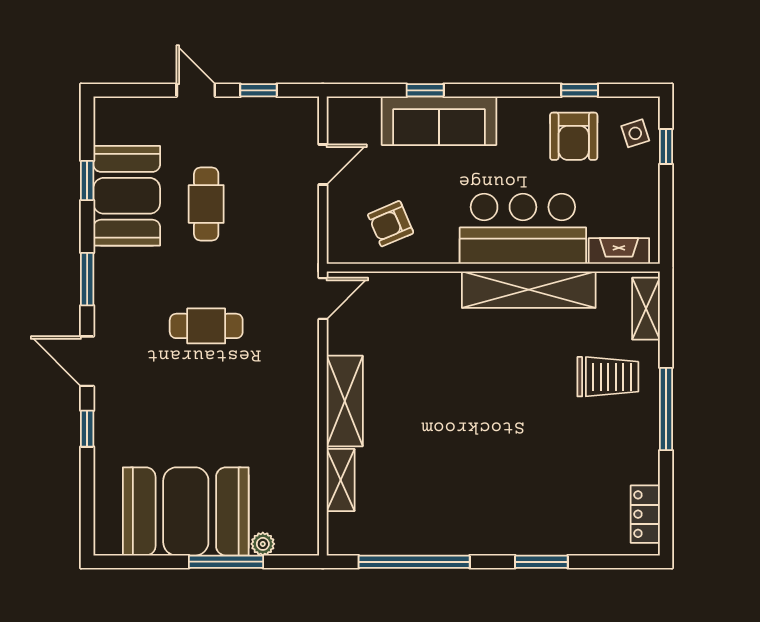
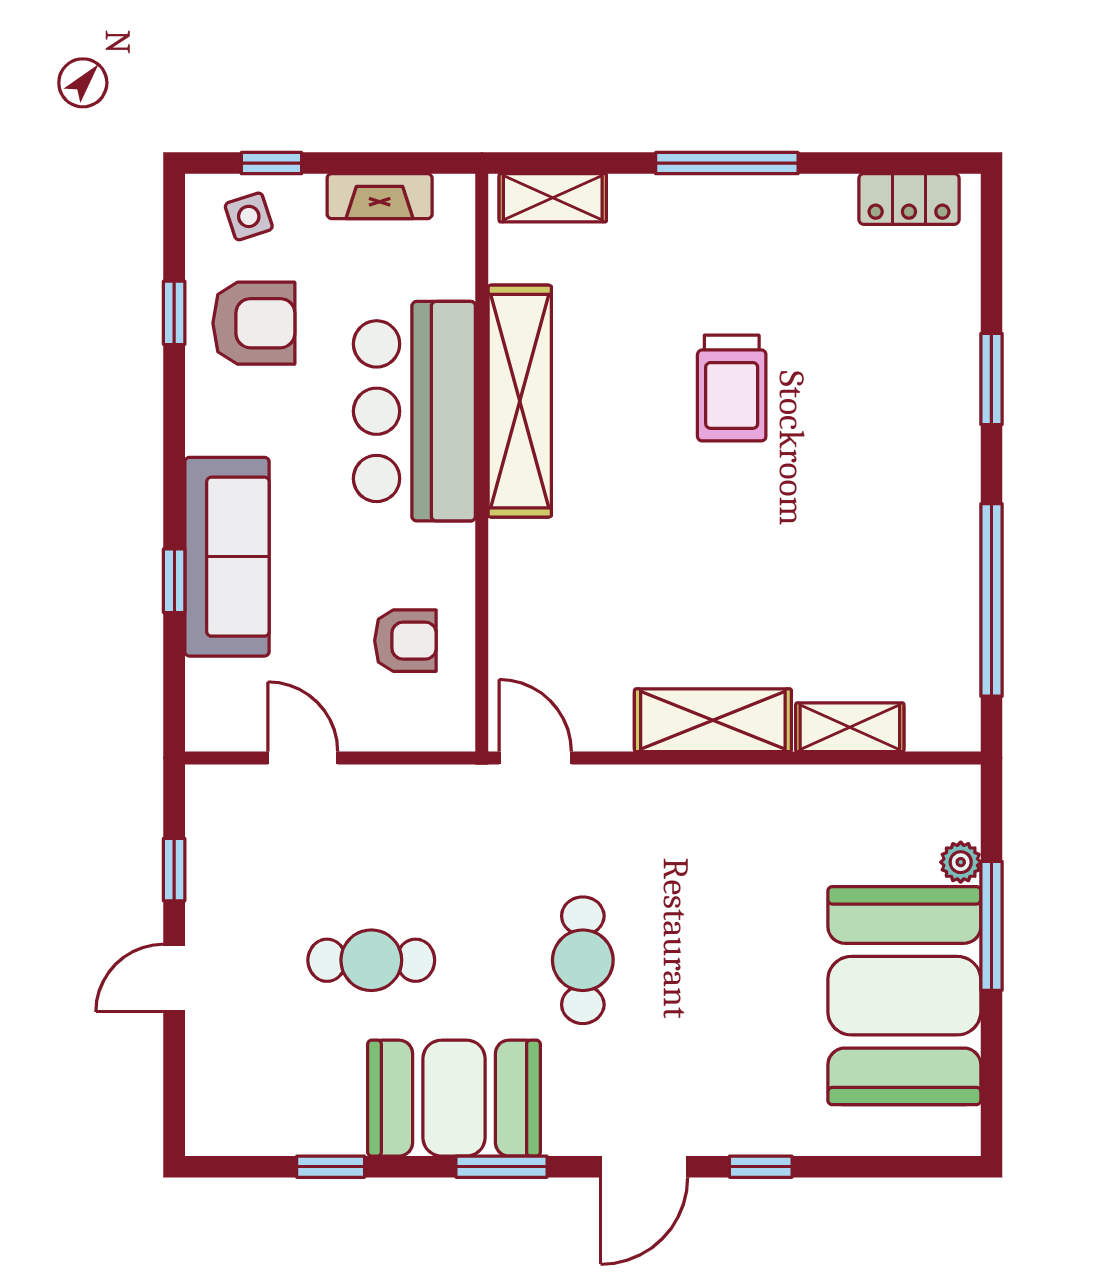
booth: (127, 196) -> (454, 1098), moved
armchair: (391, 224) -> (405, 641), turned -67
fireplace: (619, 251) -> (380, 196), moved, turned -90
trolley: (608, 377) -> (732, 388), moved, turned 180

